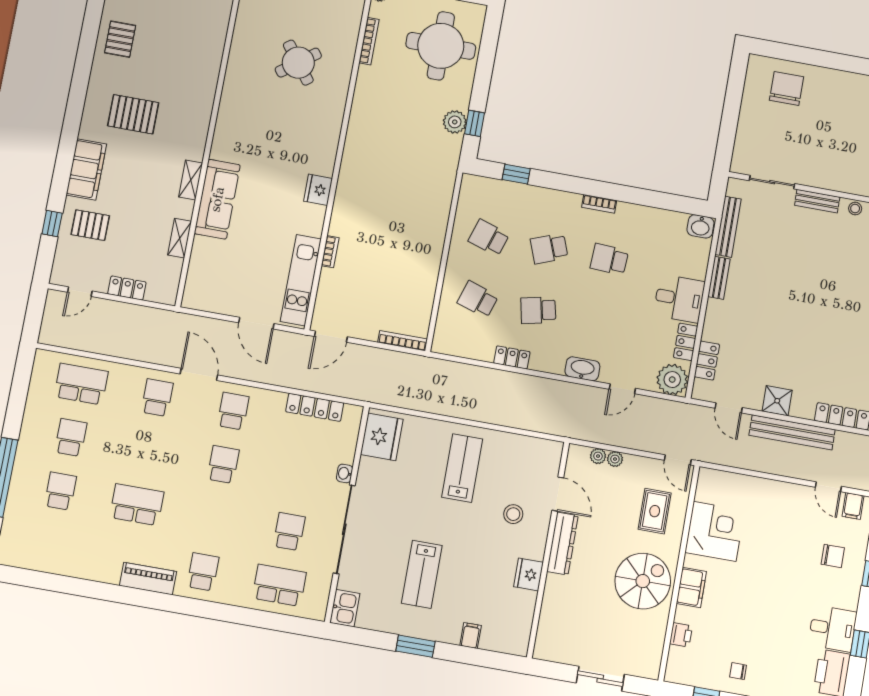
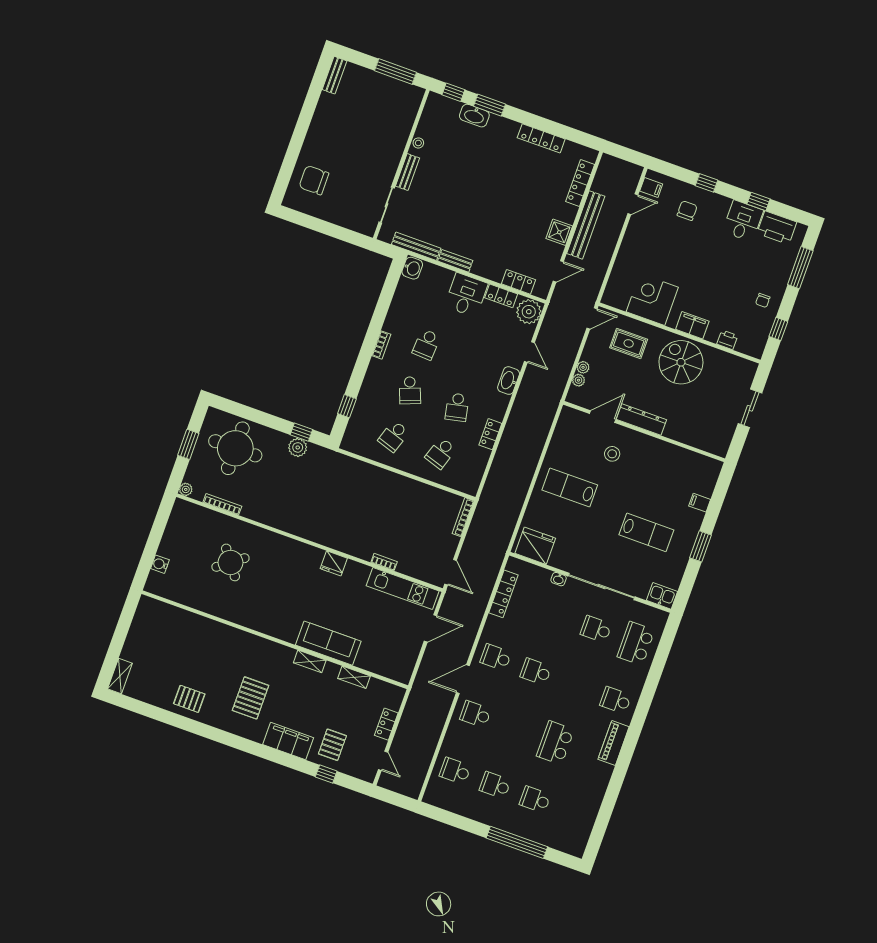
school desk: (81, 384) -> (455, 771), width x0.54
fridge: (529, 574) -> (661, 450), removed

